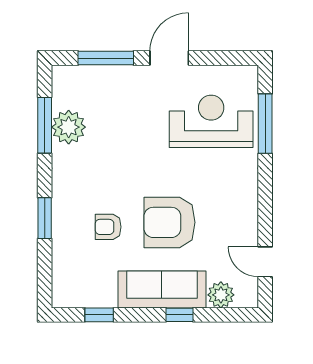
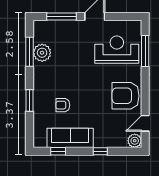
armchair: (169, 222) -> (126, 96), moved
door: (265, 262) -> (145, 123), hinge flipped
sofa: (162, 289) -> (70, 138), moved
plant: (221, 295) -> (135, 141), moved

